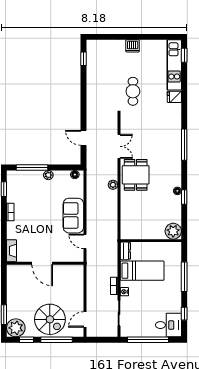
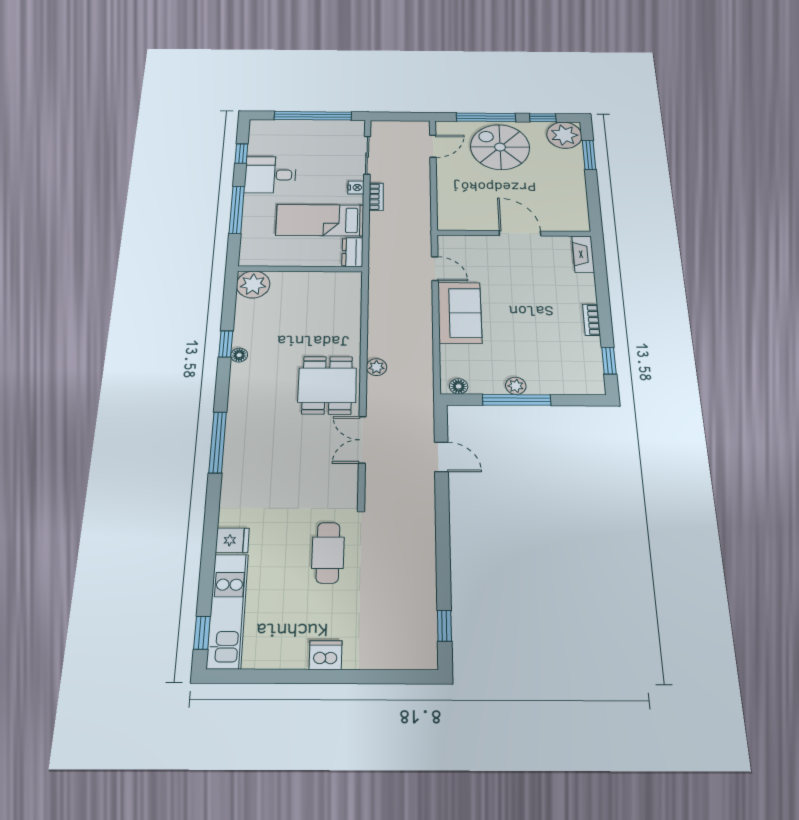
window: (32, 168) -> (517, 400), moved
desk: (168, 325) -> (270, 175), moved

